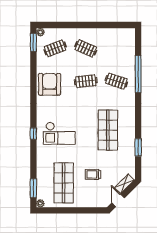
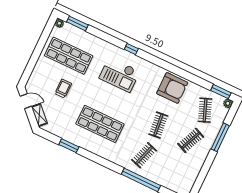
window: (72, 25) -> (220, 137), added
checkout: (59, 133) -> (119, 75), turned -90

